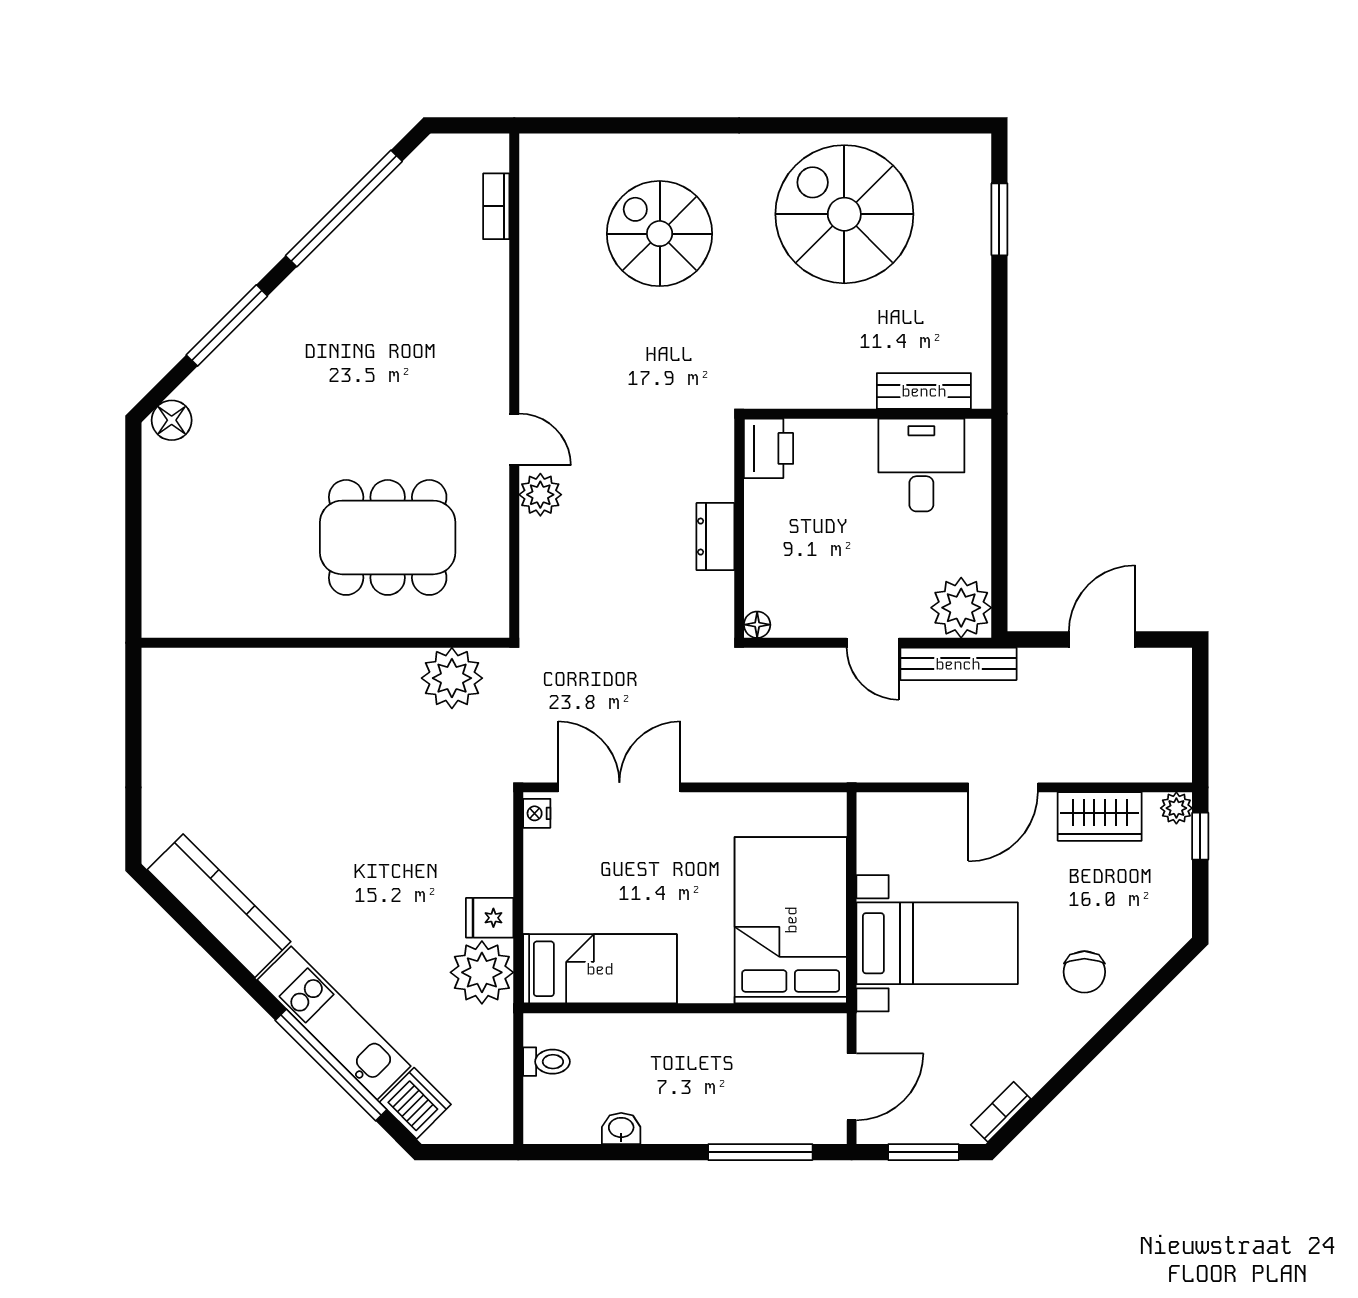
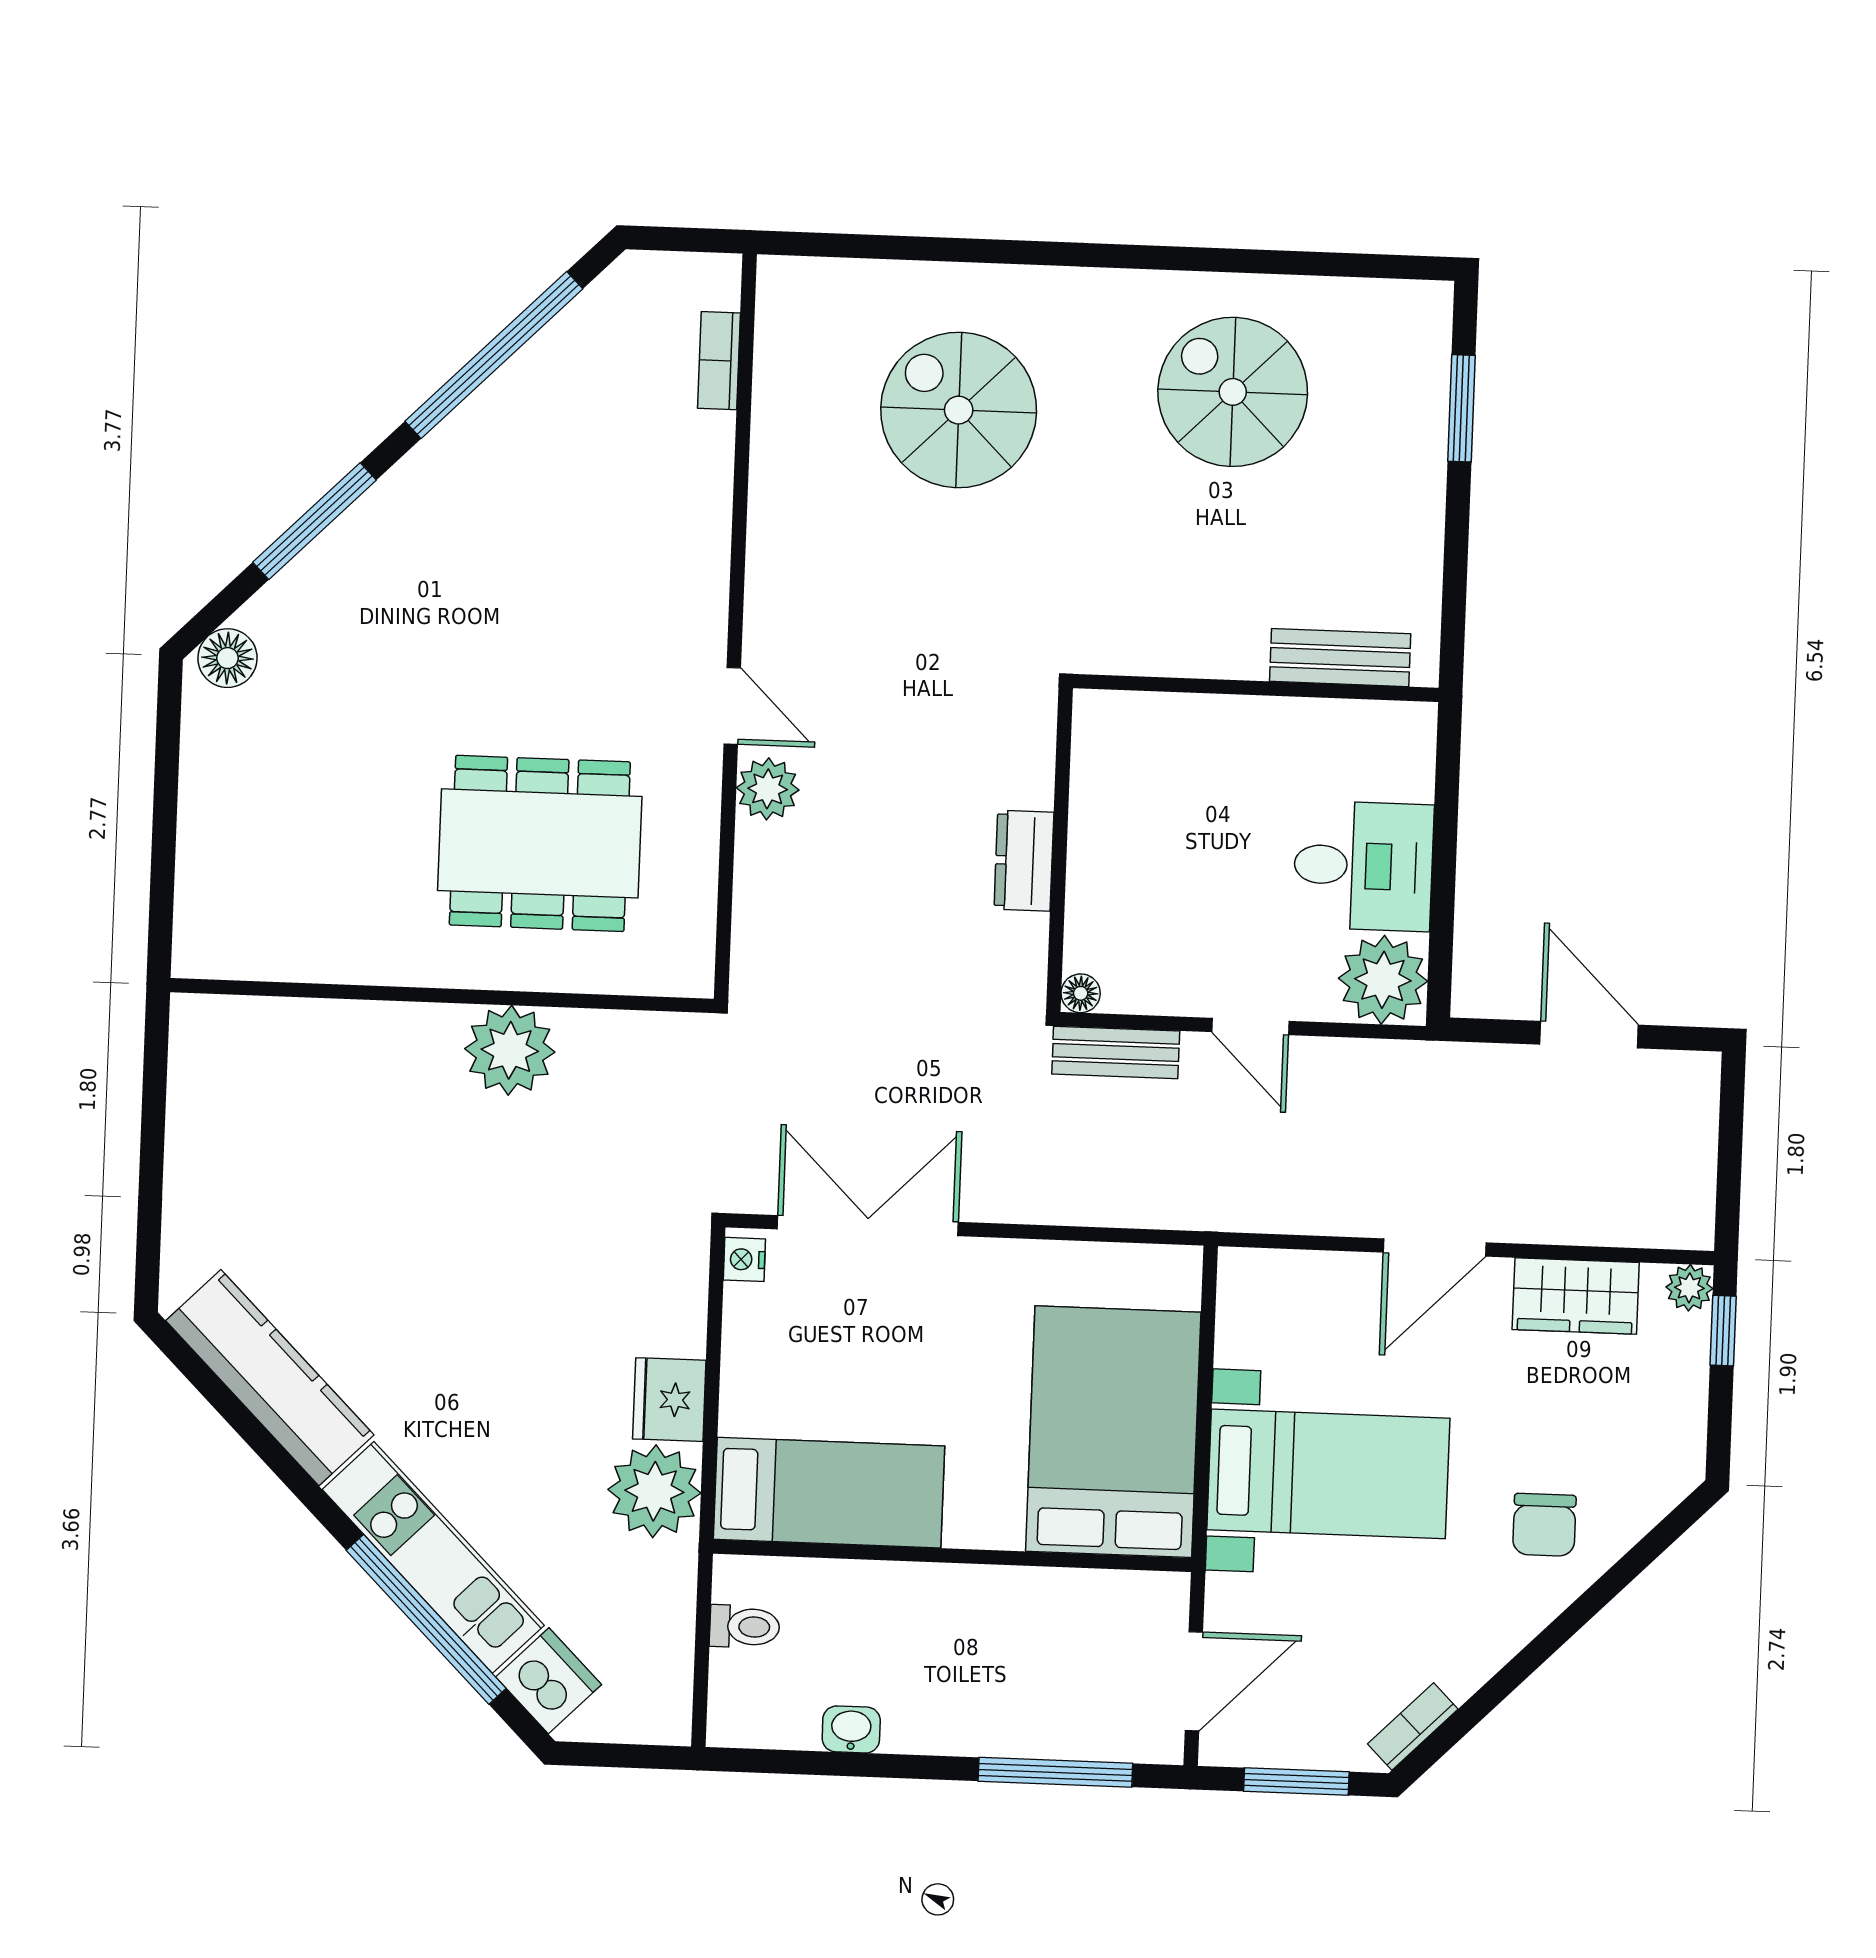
spiral stairs: (844, 214) -> (1233, 392), width x0.73, depth x0.73
printer: (769, 448) -> (1108, 734), removed
desk: (921, 465) -> (1363, 866), moved, turned 90
door: (1102, 640) -> (1589, 1035), hinge flipped
bench: (958, 664) -> (1116, 1052), moved, width x0.73
plant: (452, 678) -> (510, 1050), moved
fridge: (490, 918) -> (669, 1400), width x1.38

